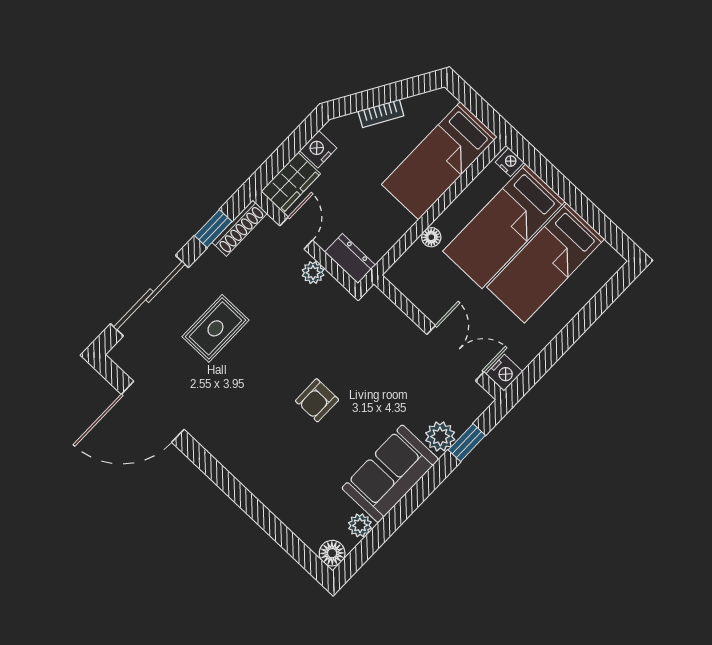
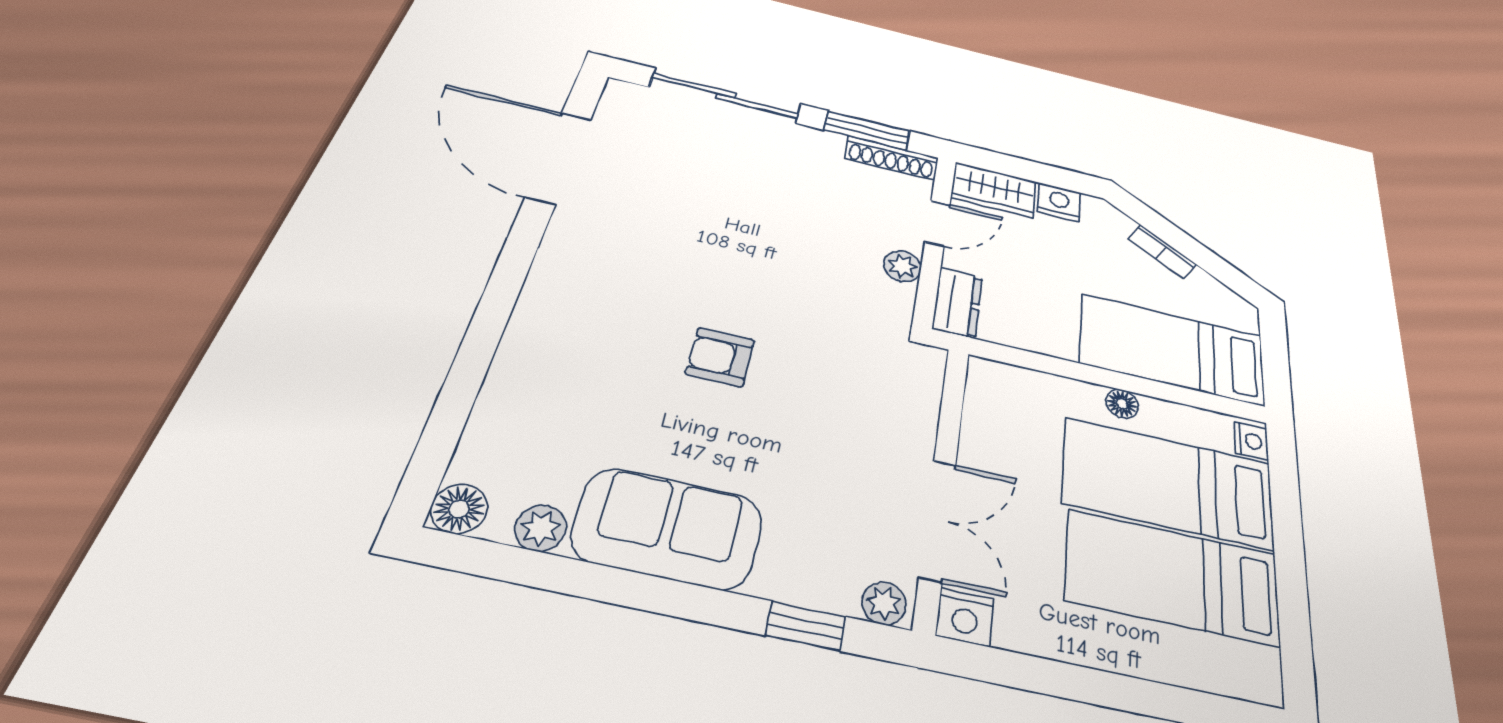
window: (213, 229) -> (867, 130), width x1.50
floor lamp: (431, 237) -> (1122, 404), moved
rug: (215, 328) -> (736, 184), removed
plant: (440, 436) -> (884, 603), moved, width x0.73, depth x0.73

